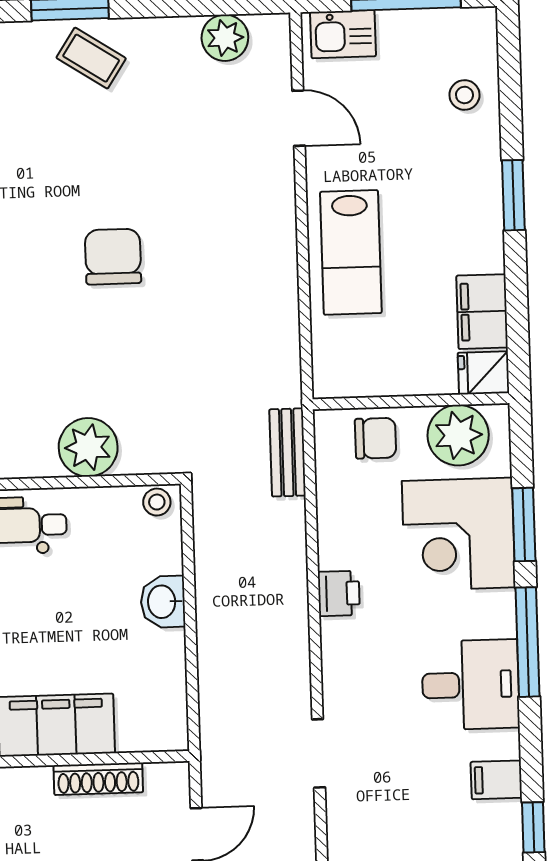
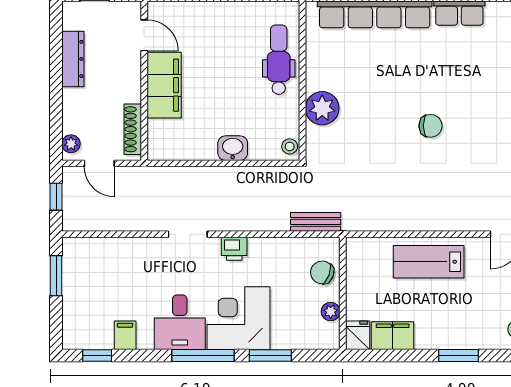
chair: (113, 257) -> (431, 126), width x0.73, depth x0.73
plant: (458, 435) -> (331, 312), width x0.53, depth x0.53
chair: (376, 438) -> (322, 272), turned 111
corner desk: (459, 534) -> (238, 318), moved
doorway: (319, 753) -> (188, 234), moved
shoe rack: (98, 779) -> (133, 129), moved

